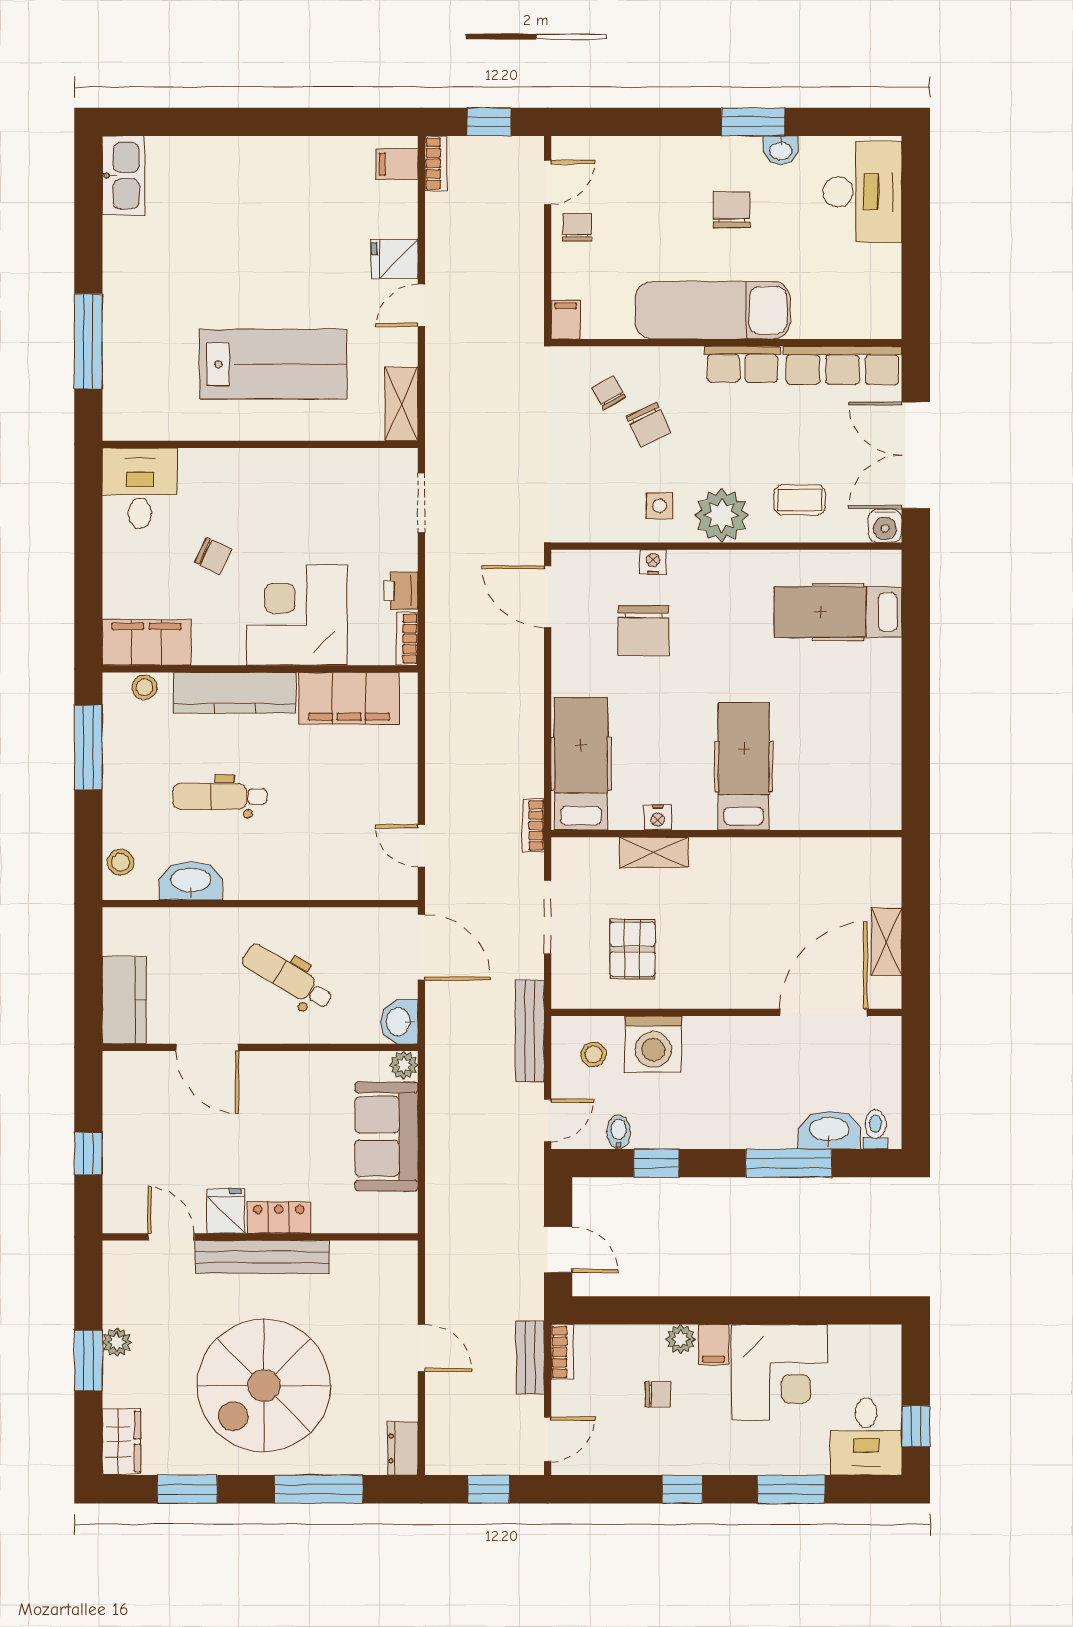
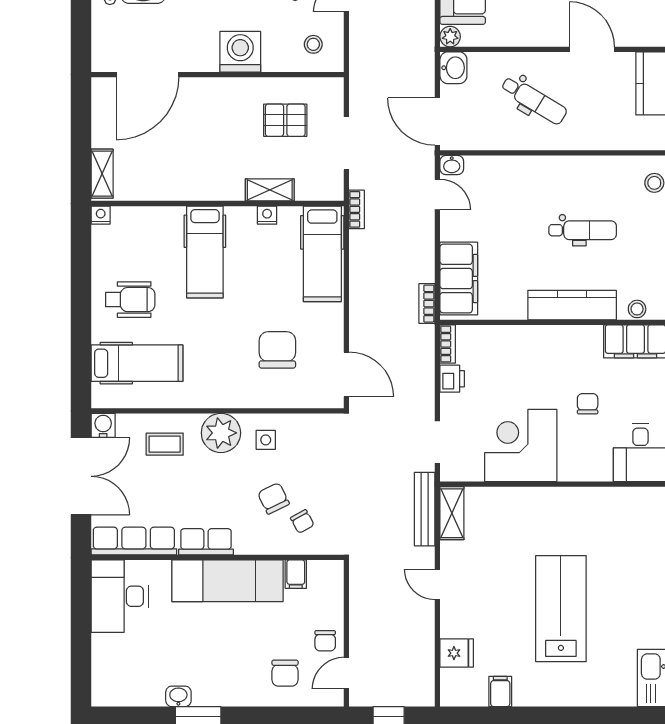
bookcase: (436, 163) -> (427, 304), moved
filing cabinet: (397, 164) -> (500, 691), moved, turned -90
desk: (862, 192) -> (120, 596), moved
chair: (732, 210) -> (285, 673), moved
fridge: (395, 259) -> (457, 653), moved
door: (421, 305) -> (437, 584), swing flipped
filing cabinet: (566, 320) -> (296, 574), moved
lab bench: (273, 364) -> (561, 609), moved, turned 90
chair: (213, 556) -> (588, 404), turned 65
nightstand: (653, 562) -> (101, 215), moved, turned 180
corner desk: (297, 615) -> (521, 445), moved, turned 180
filing cabinet: (349, 698) -> (459, 279), moved, turned 90
wheelchair: (847, 700) -> (130, 300), added
washbasin: (191, 881) -> (452, 165), moved, width x0.52, depth x0.69
shelving: (886, 942) -> (102, 174), moved
pallet: (632, 949) -> (285, 120), turned 90
bench: (530, 1031) -> (425, 509), moved
washing machine: (653, 1044) -> (240, 52), moved

